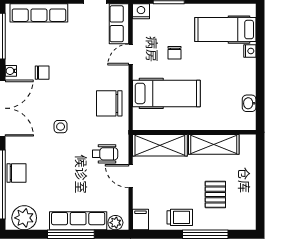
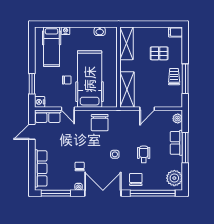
hospital bed: (166, 93) -> (90, 79), width x1.37, depth x1.29
shelving: (214, 144) -> (126, 43), moved
wheelchair: (105, 154) -> (144, 154), moved
chair: (16, 173) -> (136, 179), moved
filing cabinet: (140, 220) -> (175, 32), moved
row of seats: (78, 221) -> (176, 143), width x0.68
window: (205, 234) -> (185, 79), moved

